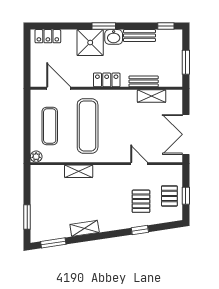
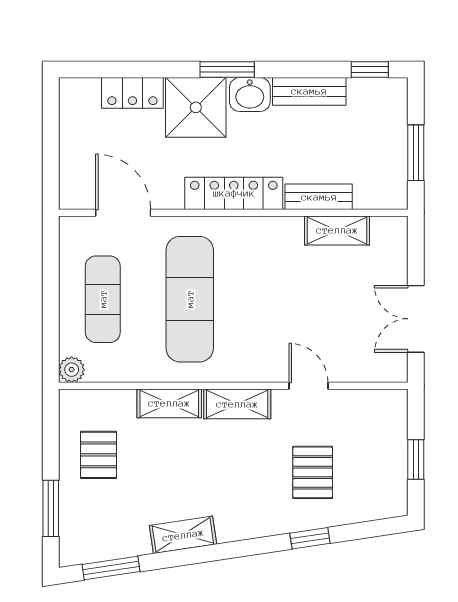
locker: (48, 36) -> (132, 93), moved
locker: (107, 80) -> (234, 193), width x1.53
double door: (186, 134) -> (416, 319), width x0.73
shelving: (108, 172) -> (237, 404), added
pallet: (169, 196) -> (98, 455), moved

